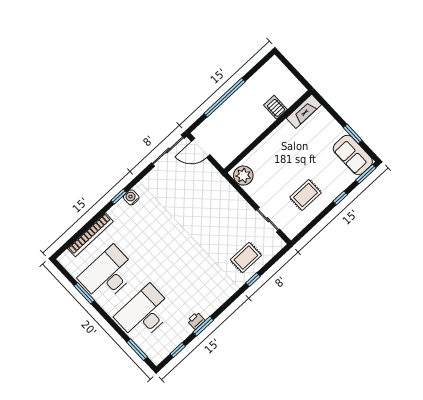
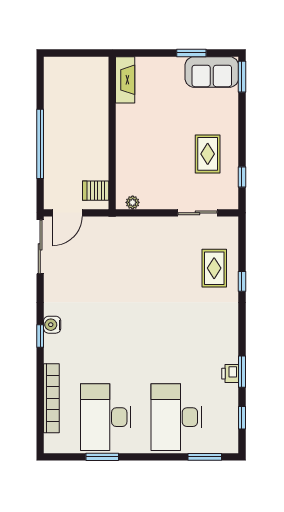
server rack: (275, 107) -> (96, 191), moved
plant: (243, 176) -> (133, 202), width x0.53, depth x0.53
window: (340, 198) -> (242, 177), moved

